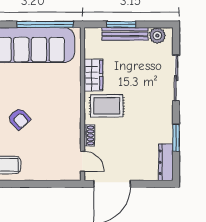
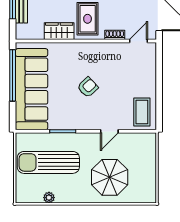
armchair: (19, 119) -> (88, 87), moved

